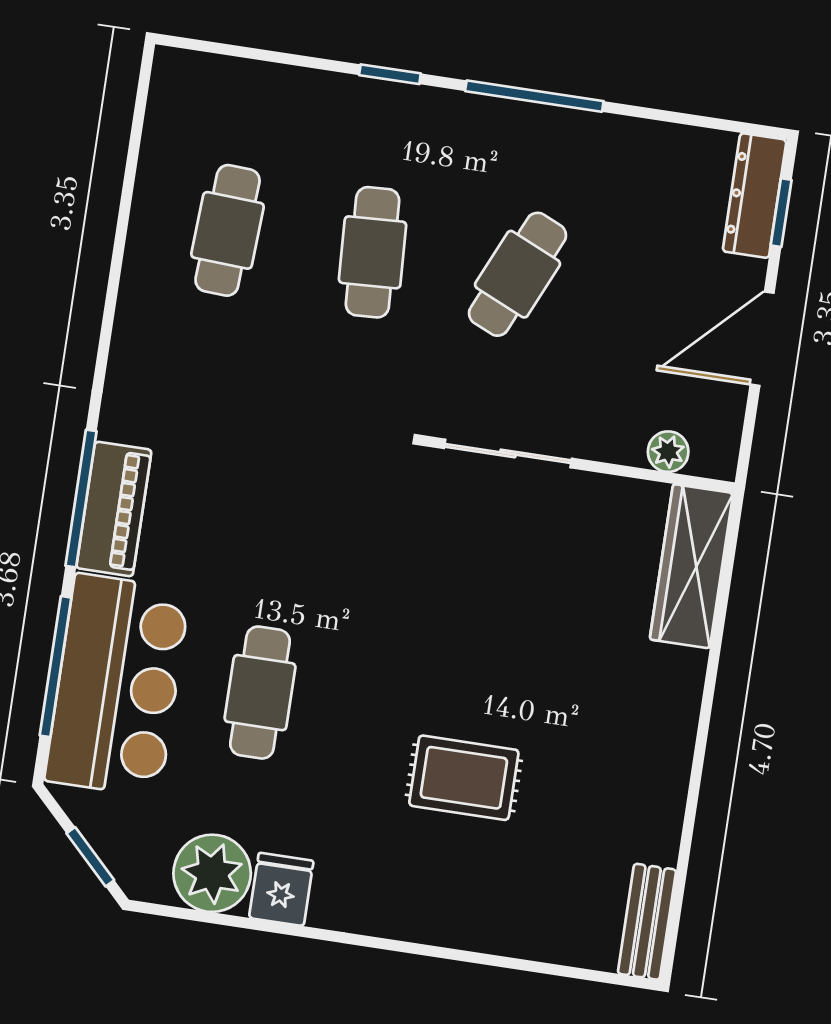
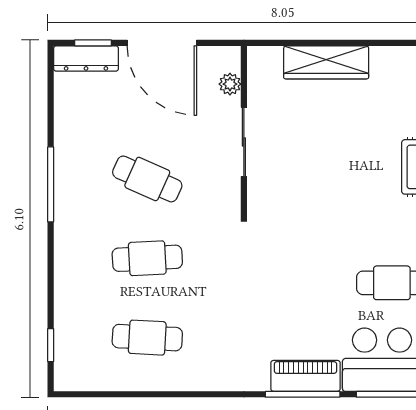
window: (390, 74) -> (51, 345), moved
door: (762, 339) -> (162, 43), width x1.36
sliding door: (508, 453) -> (244, 142), moved
wardrobe: (691, 566) -> (326, 62), moved

